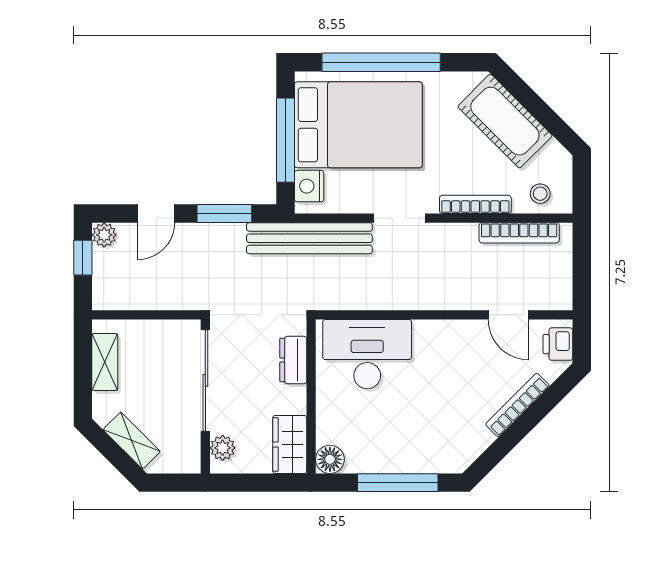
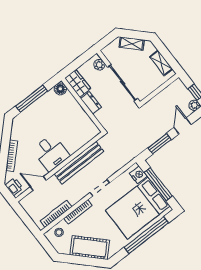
bench: (309, 238) -> (79, 163), moved
desk: (367, 354) -> (51, 153), moved, width x0.73
dresser: (293, 360) -> (91, 103), moved

